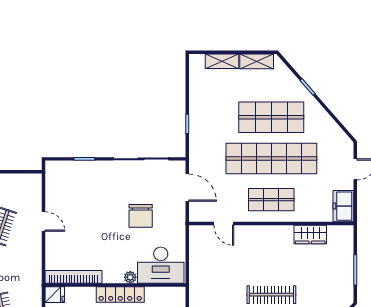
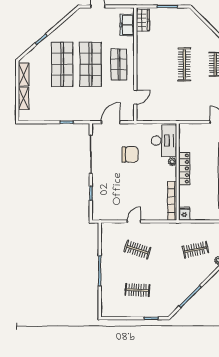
shop shelf: (271, 158) -> (90, 64), width x0.71
freezer: (343, 206) -> (127, 25), moved, turned 90
wardrobe: (310, 234) -> (143, 20), moved

